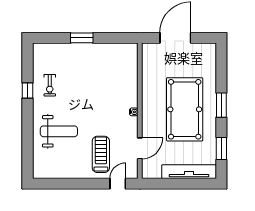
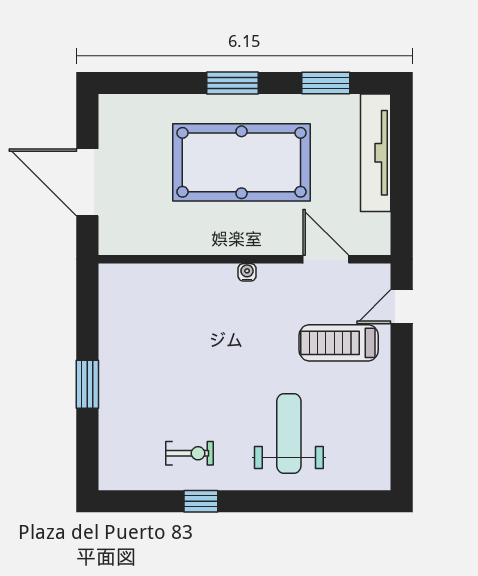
door: (118, 184) -> (402, 307), hinge flipped

